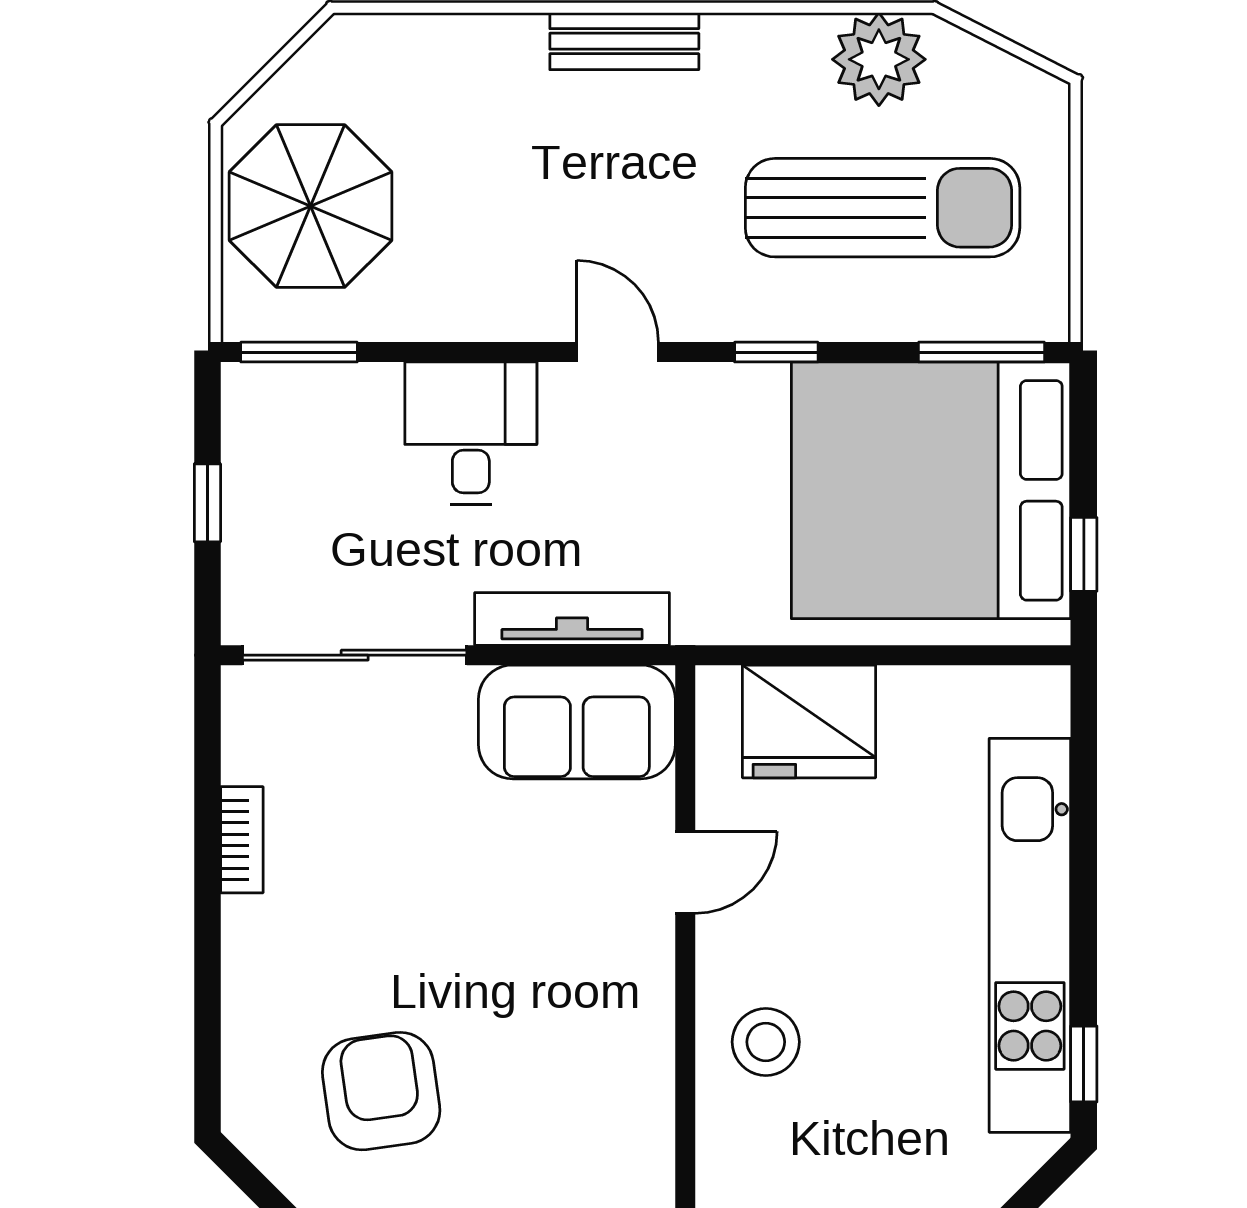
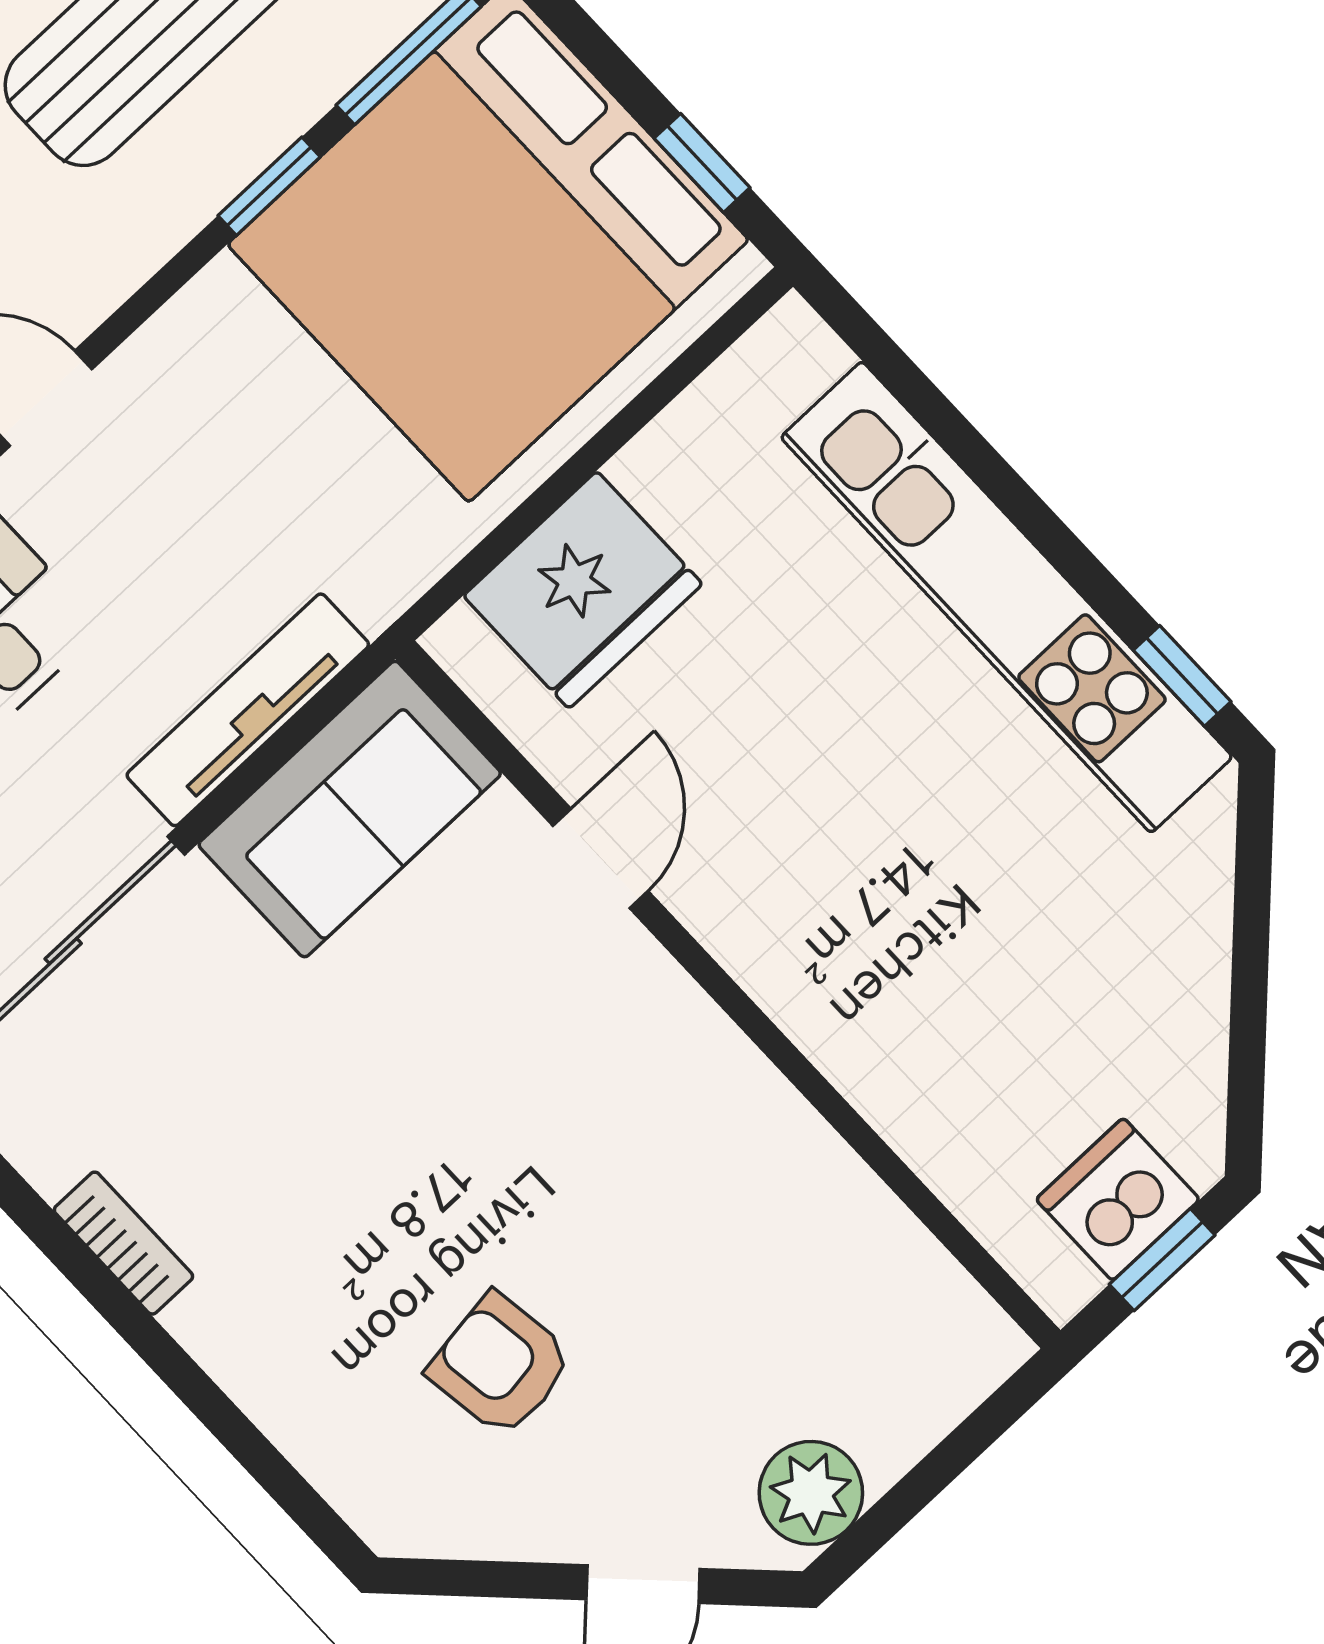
window: (776, 352) -> (269, 186), moved
stool: (766, 1042) -> (841, 953), removed
armchair: (381, 1091) -> (500, 1365), width x0.72, depth x0.72

